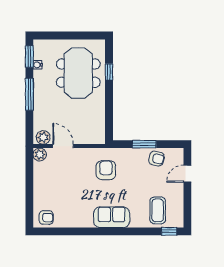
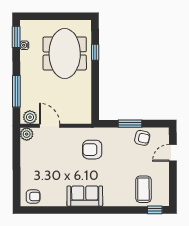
window: (29, 94) -> (16, 91), moved
armchair: (106, 170) -> (92, 150), turned -90
sofa: (112, 217) -> (85, 196), moved

